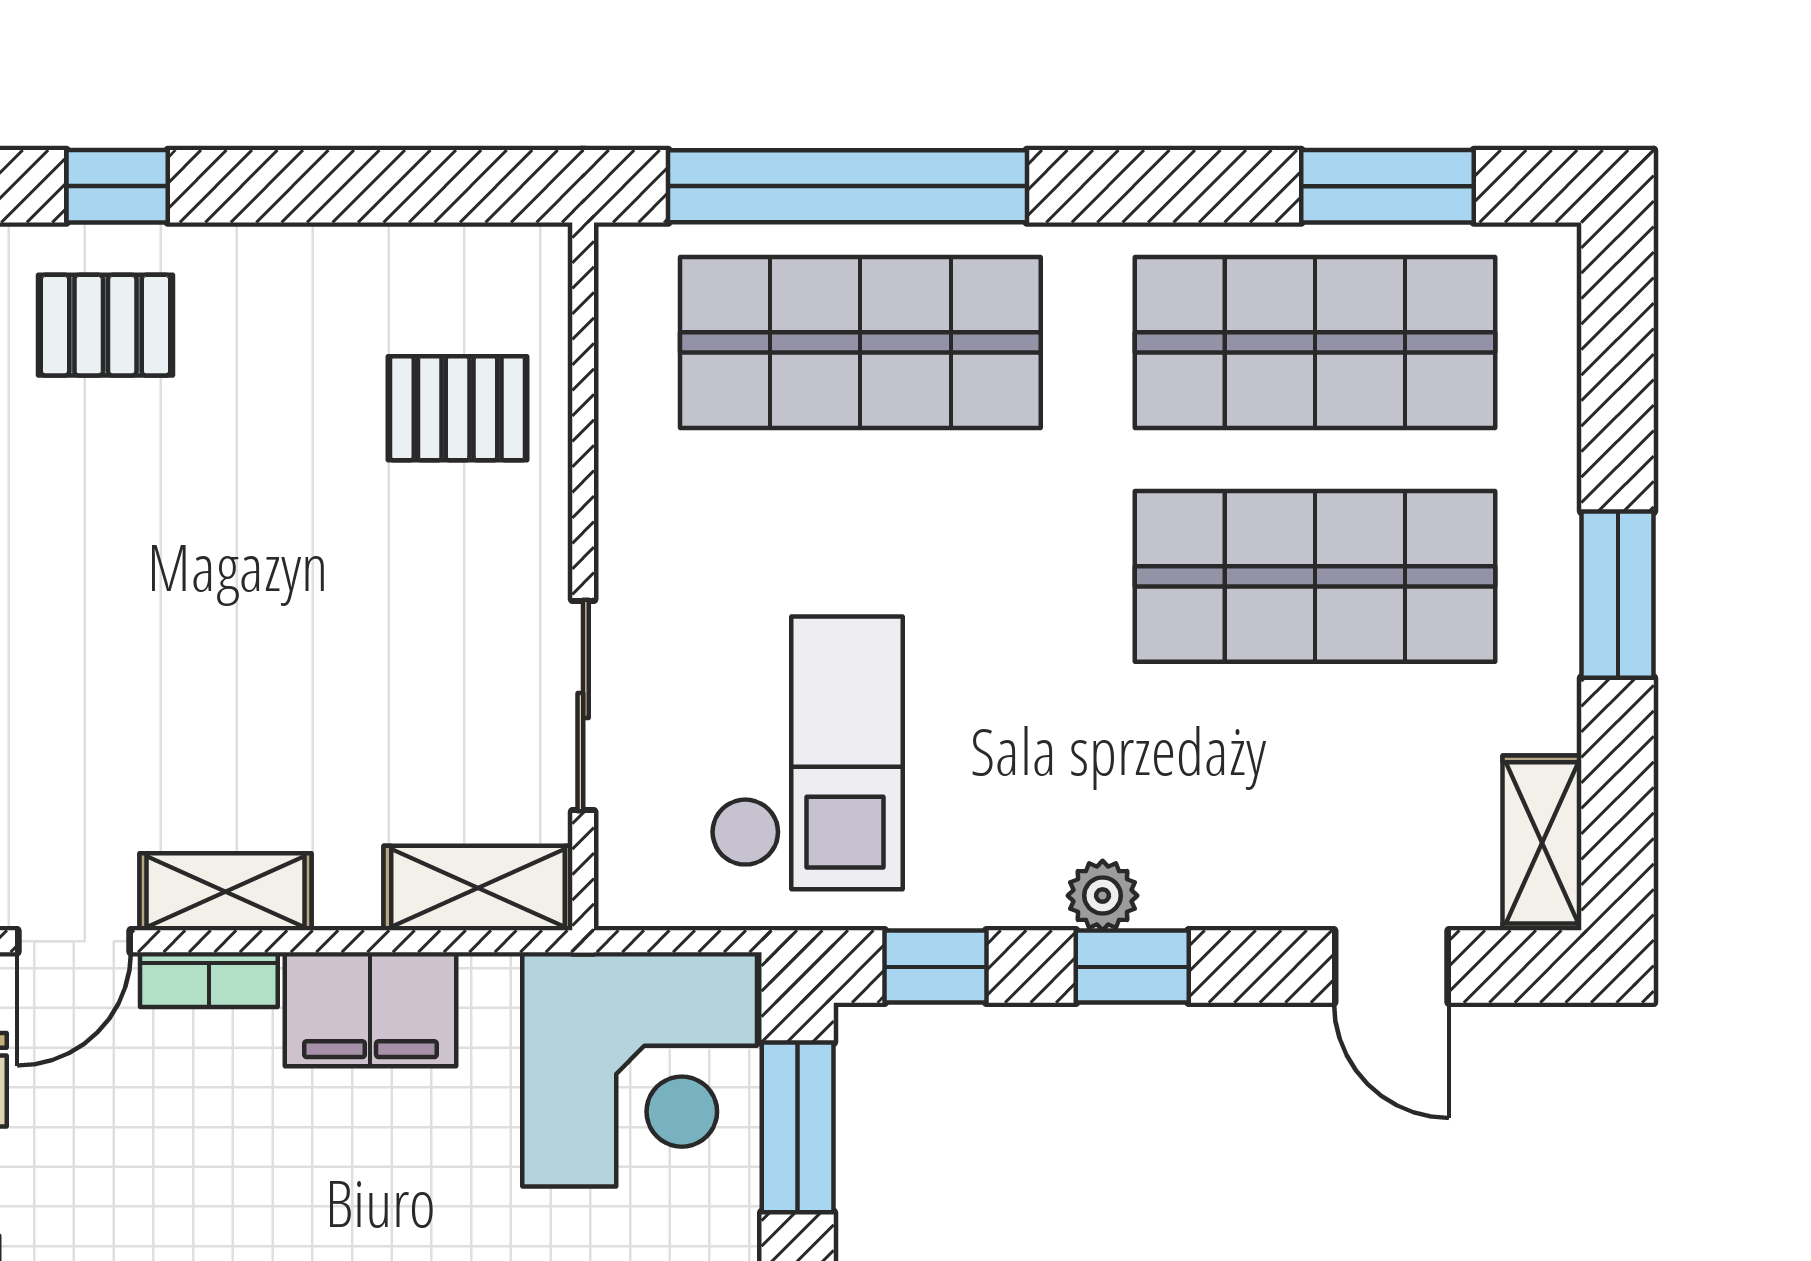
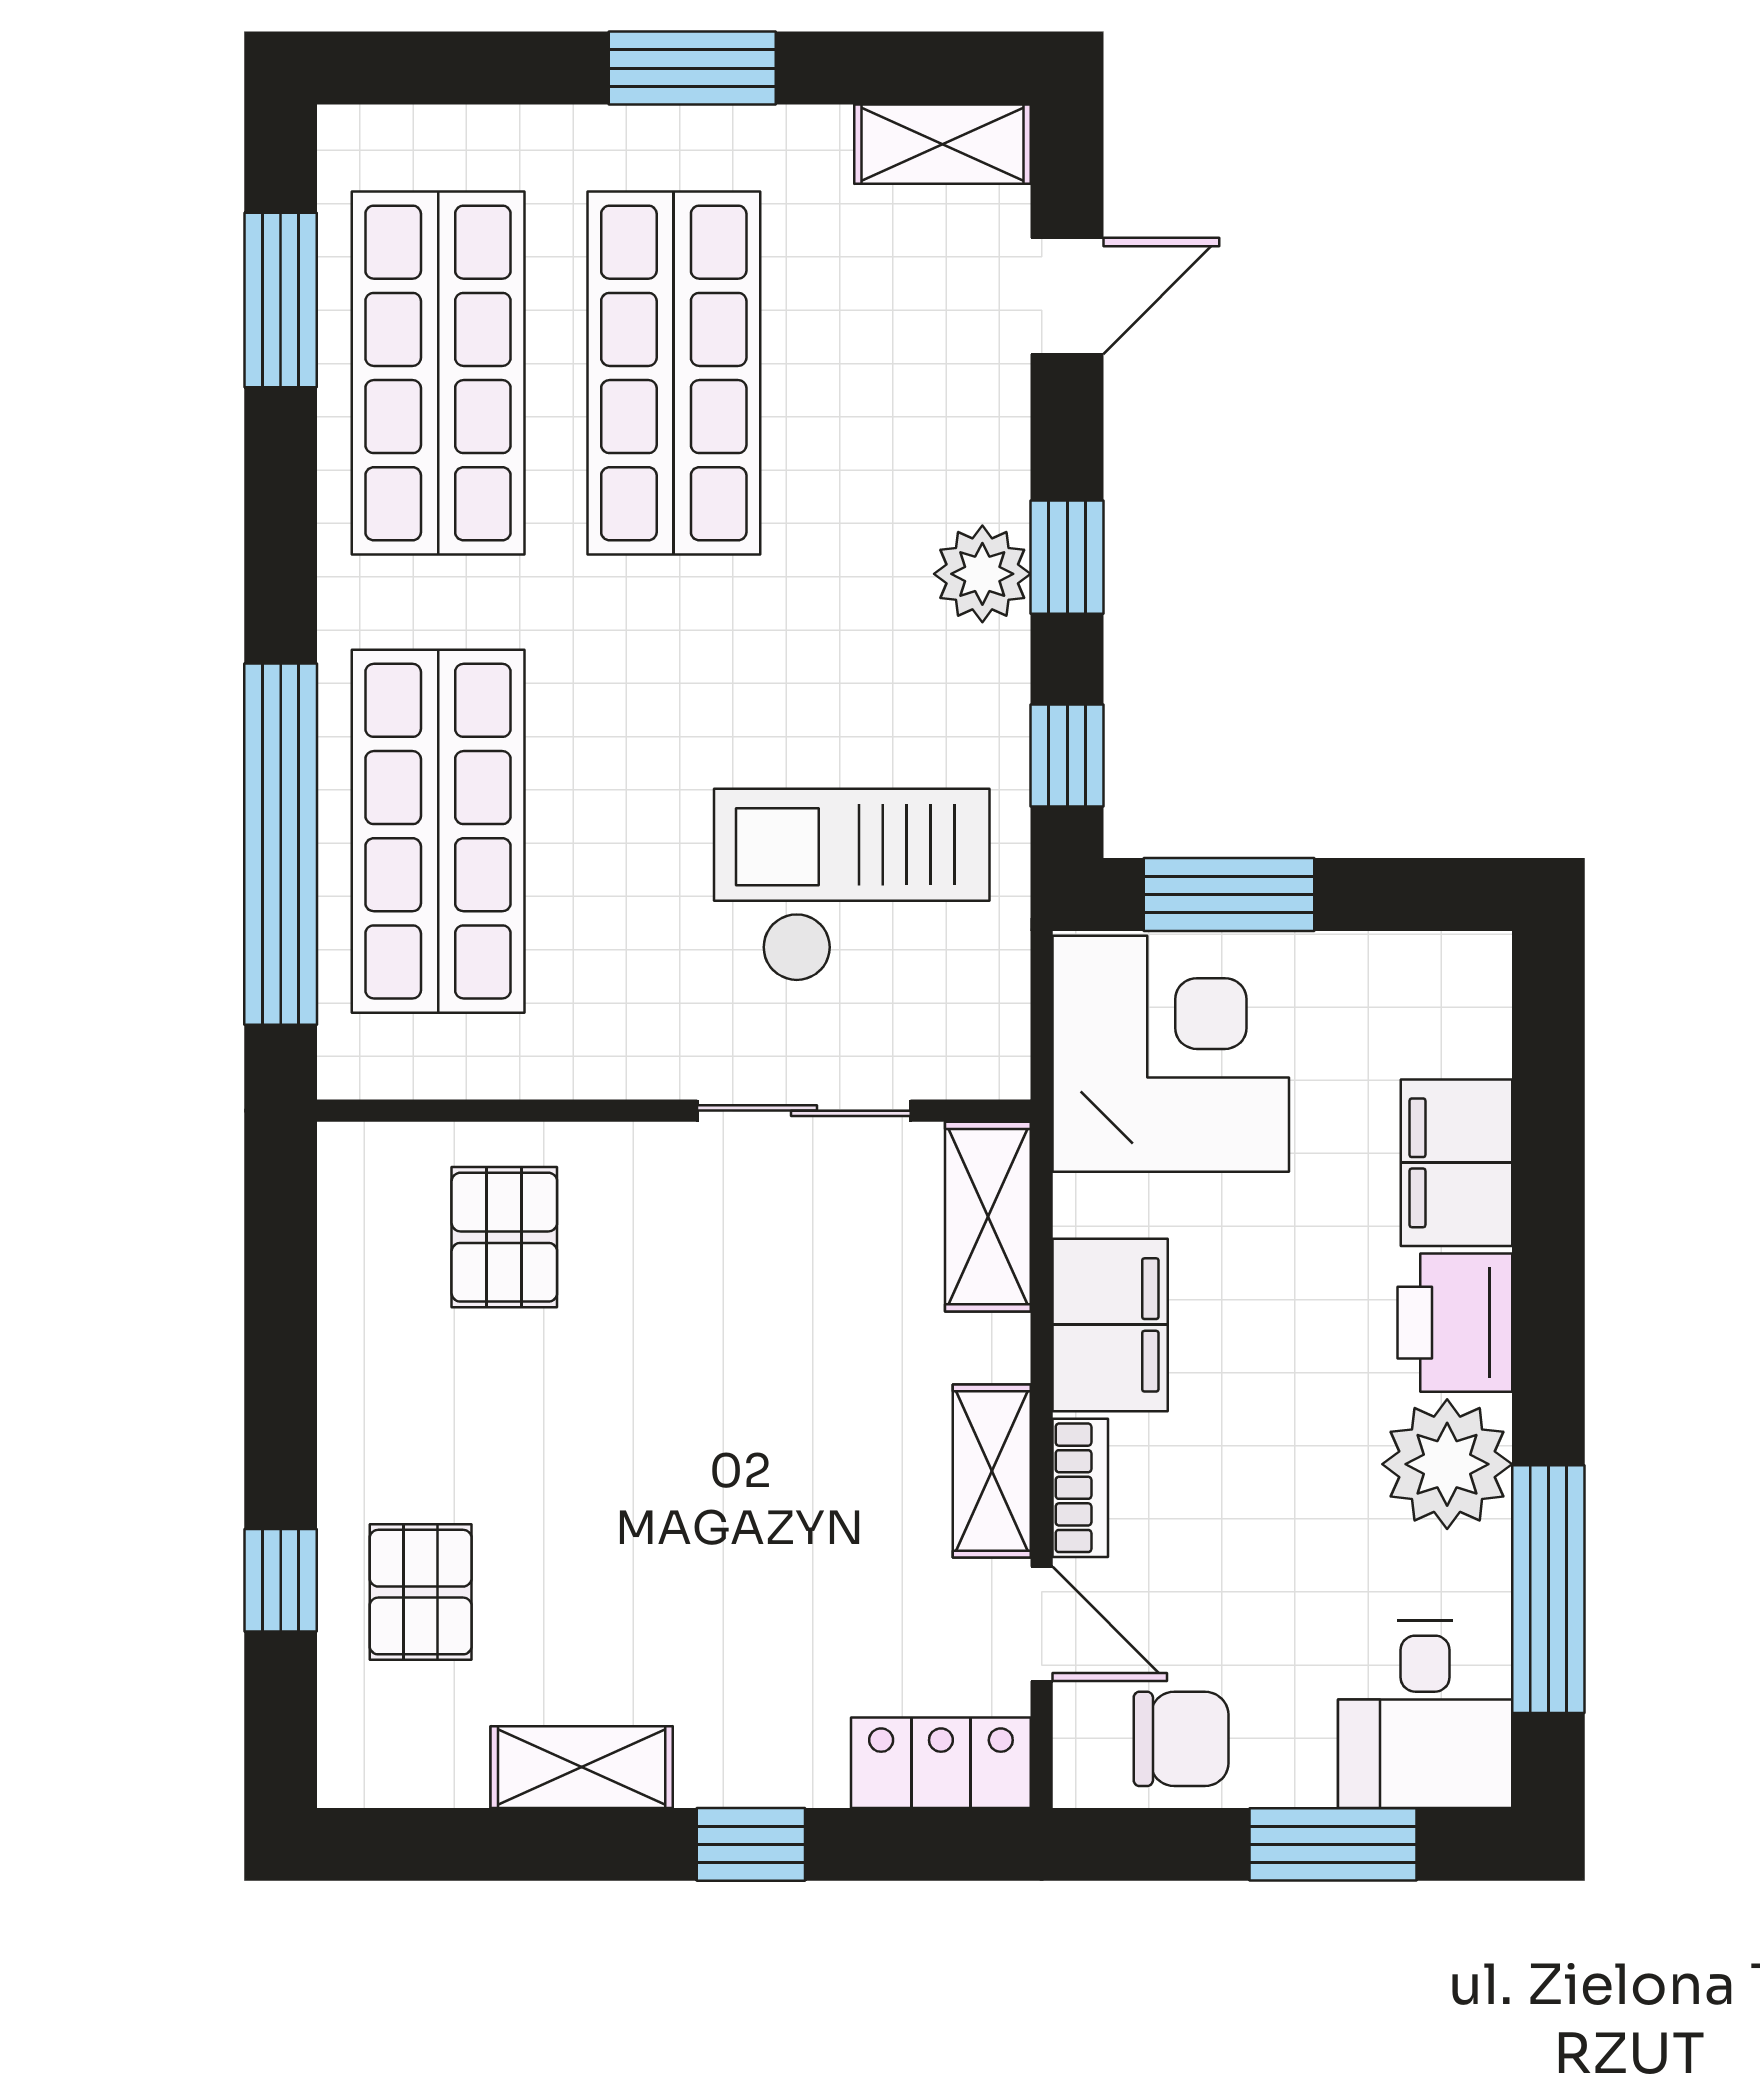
plant: (1103, 896) -> (982, 574), width x1.38, depth x1.38

